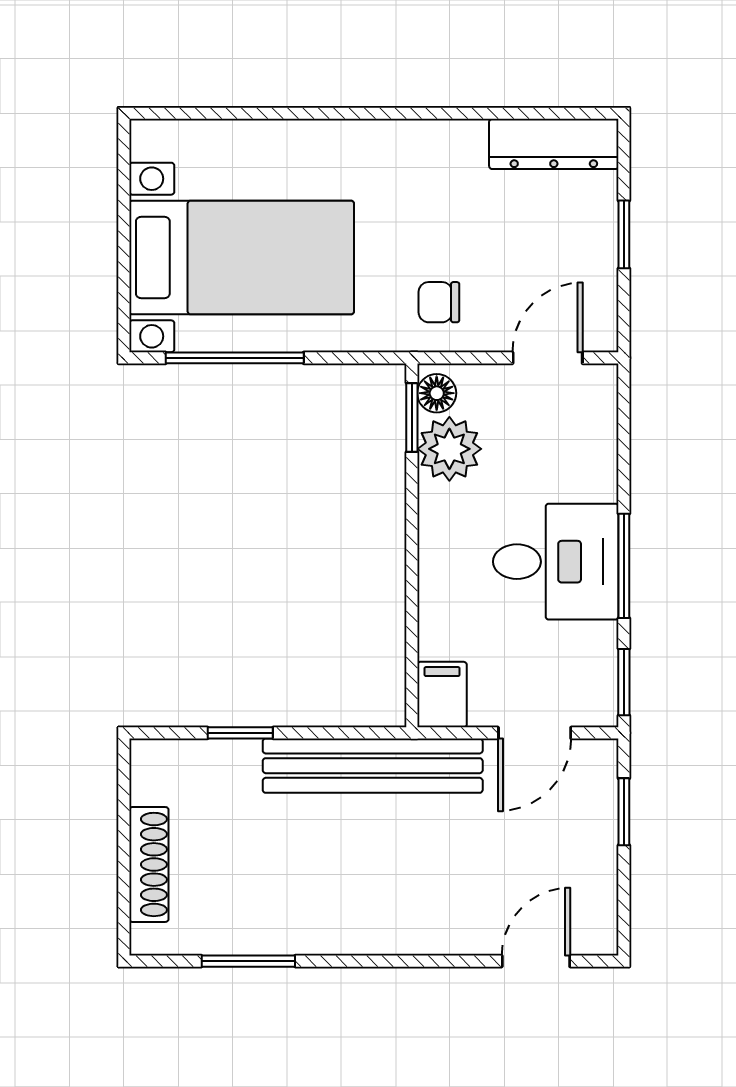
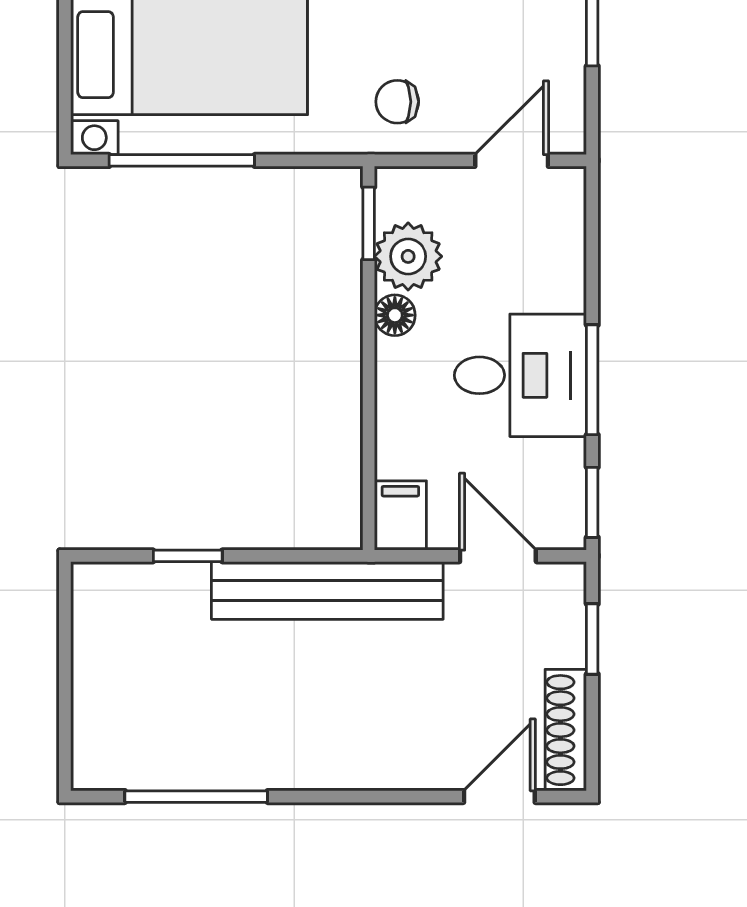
floor lamp: (437, 393) -> (395, 315), moved
door: (535, 733) -> (498, 556), swing flipped
shoe rack: (149, 864) -> (566, 730), moved, turned 180
window: (248, 961) -> (196, 797), width x1.44

